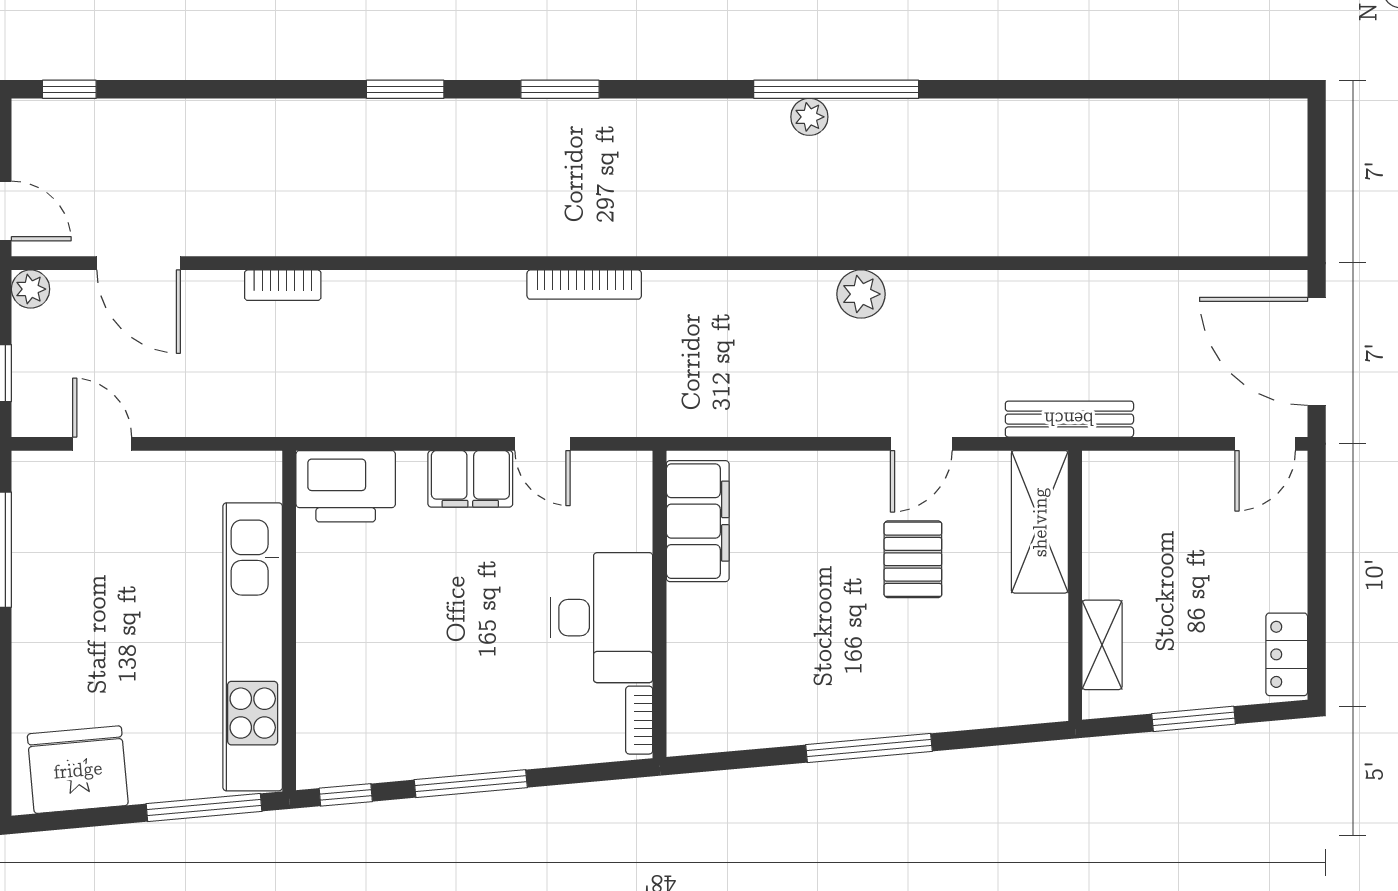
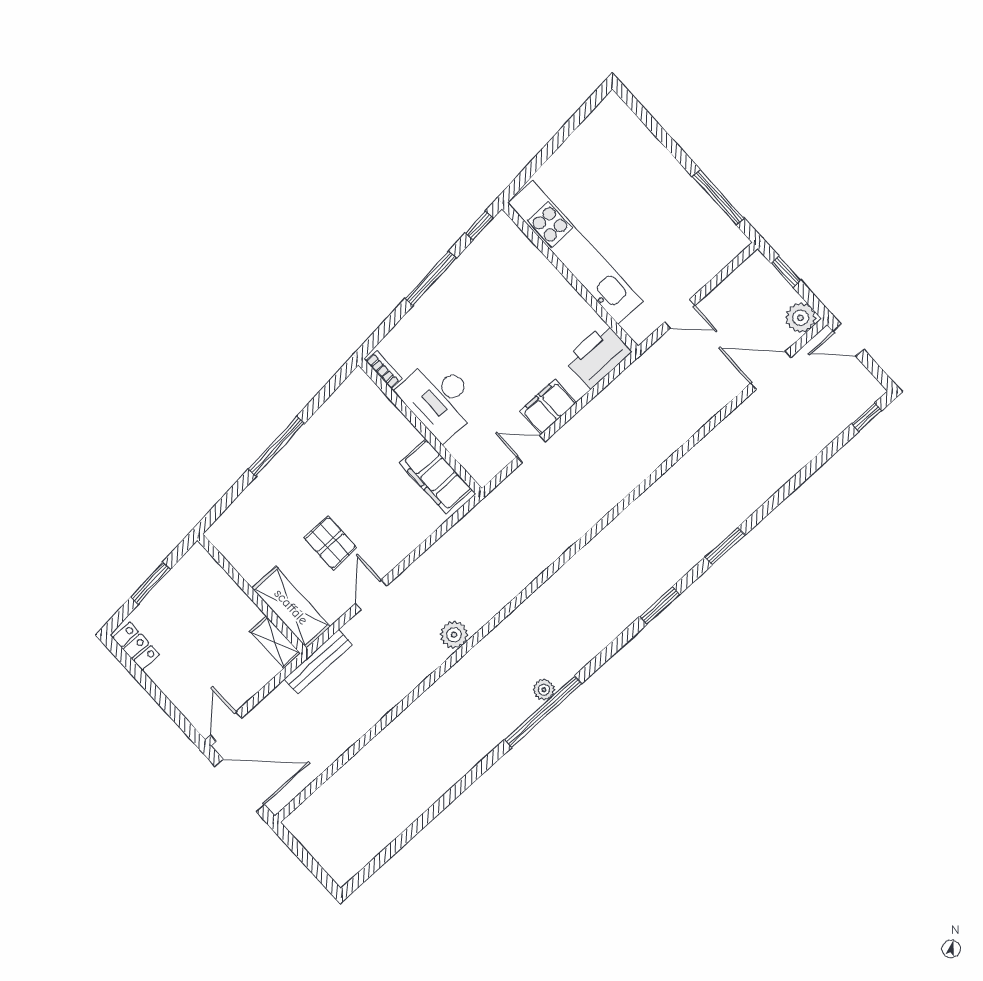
bookcase: (283, 285) -> (701, 416), removed
bookcase: (584, 285) -> (574, 532), removed
plant: (31, 289) -> (801, 318), width x1.38, depth x1.38
door: (102, 444) -> (680, 314), moved
shelving: (1102, 645) -> (275, 642), moved
fridge: (78, 770) -> (602, 133), removed
window: (204, 808) -> (534, 166), removed

